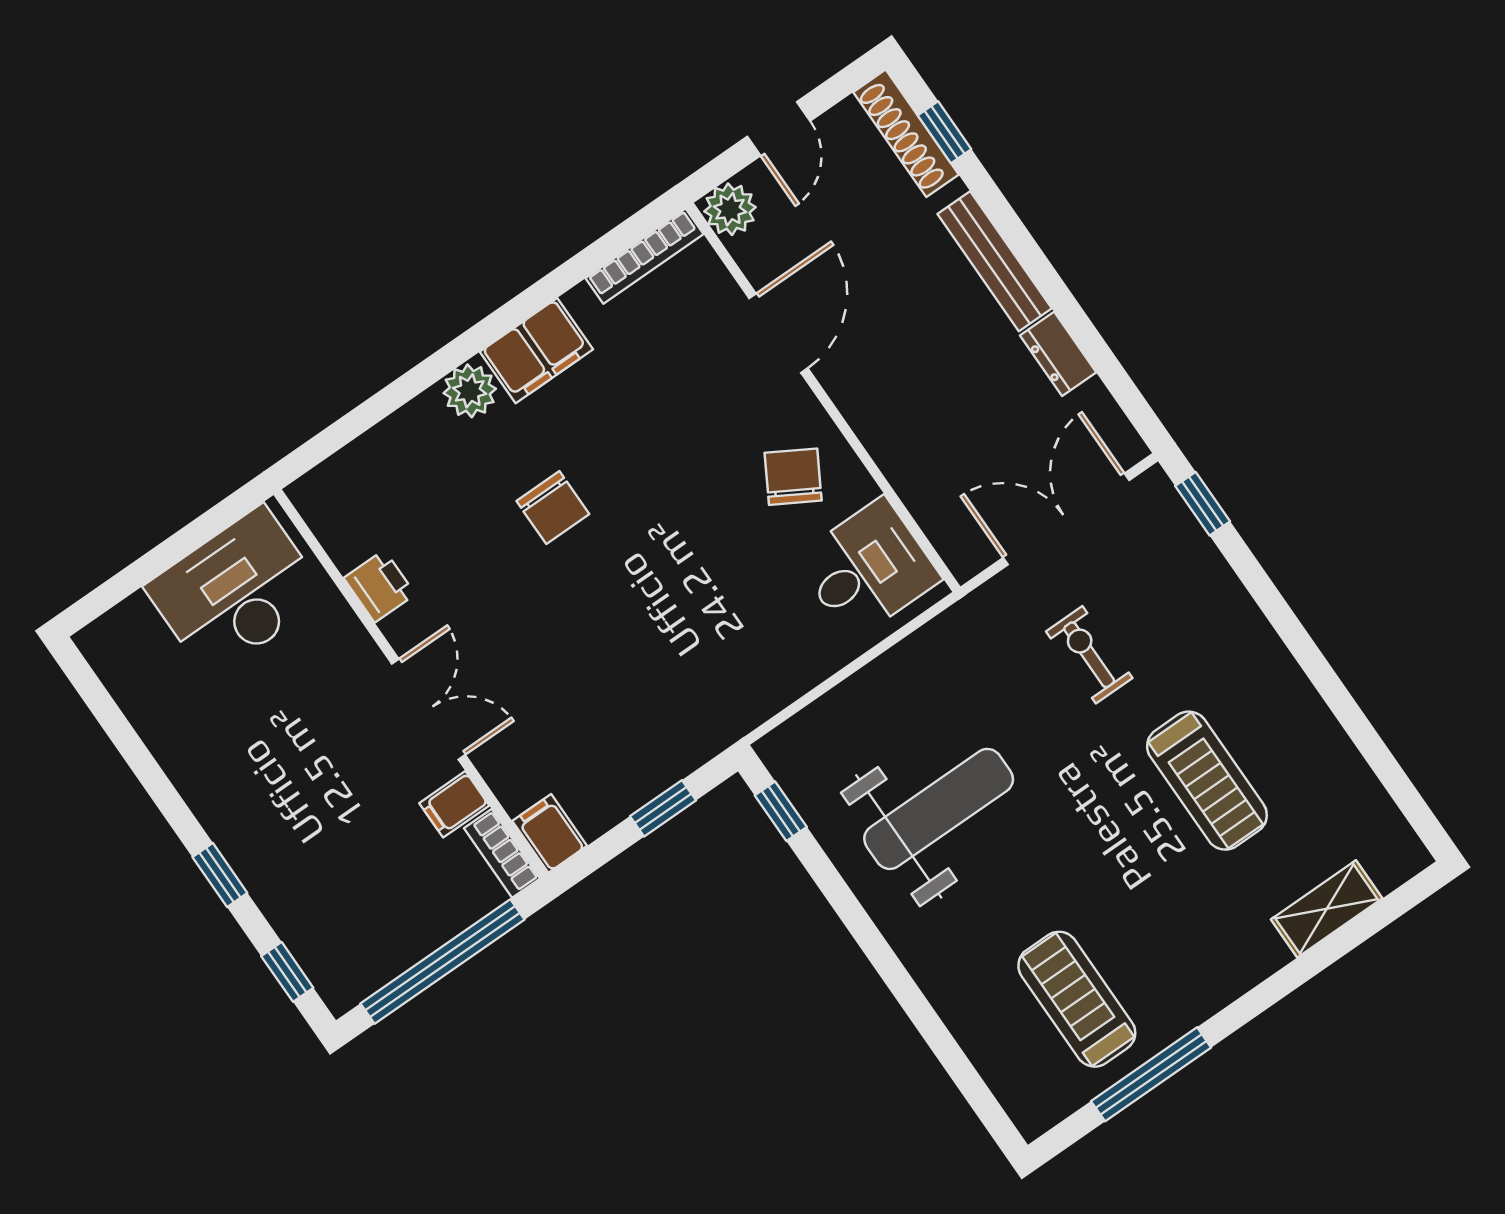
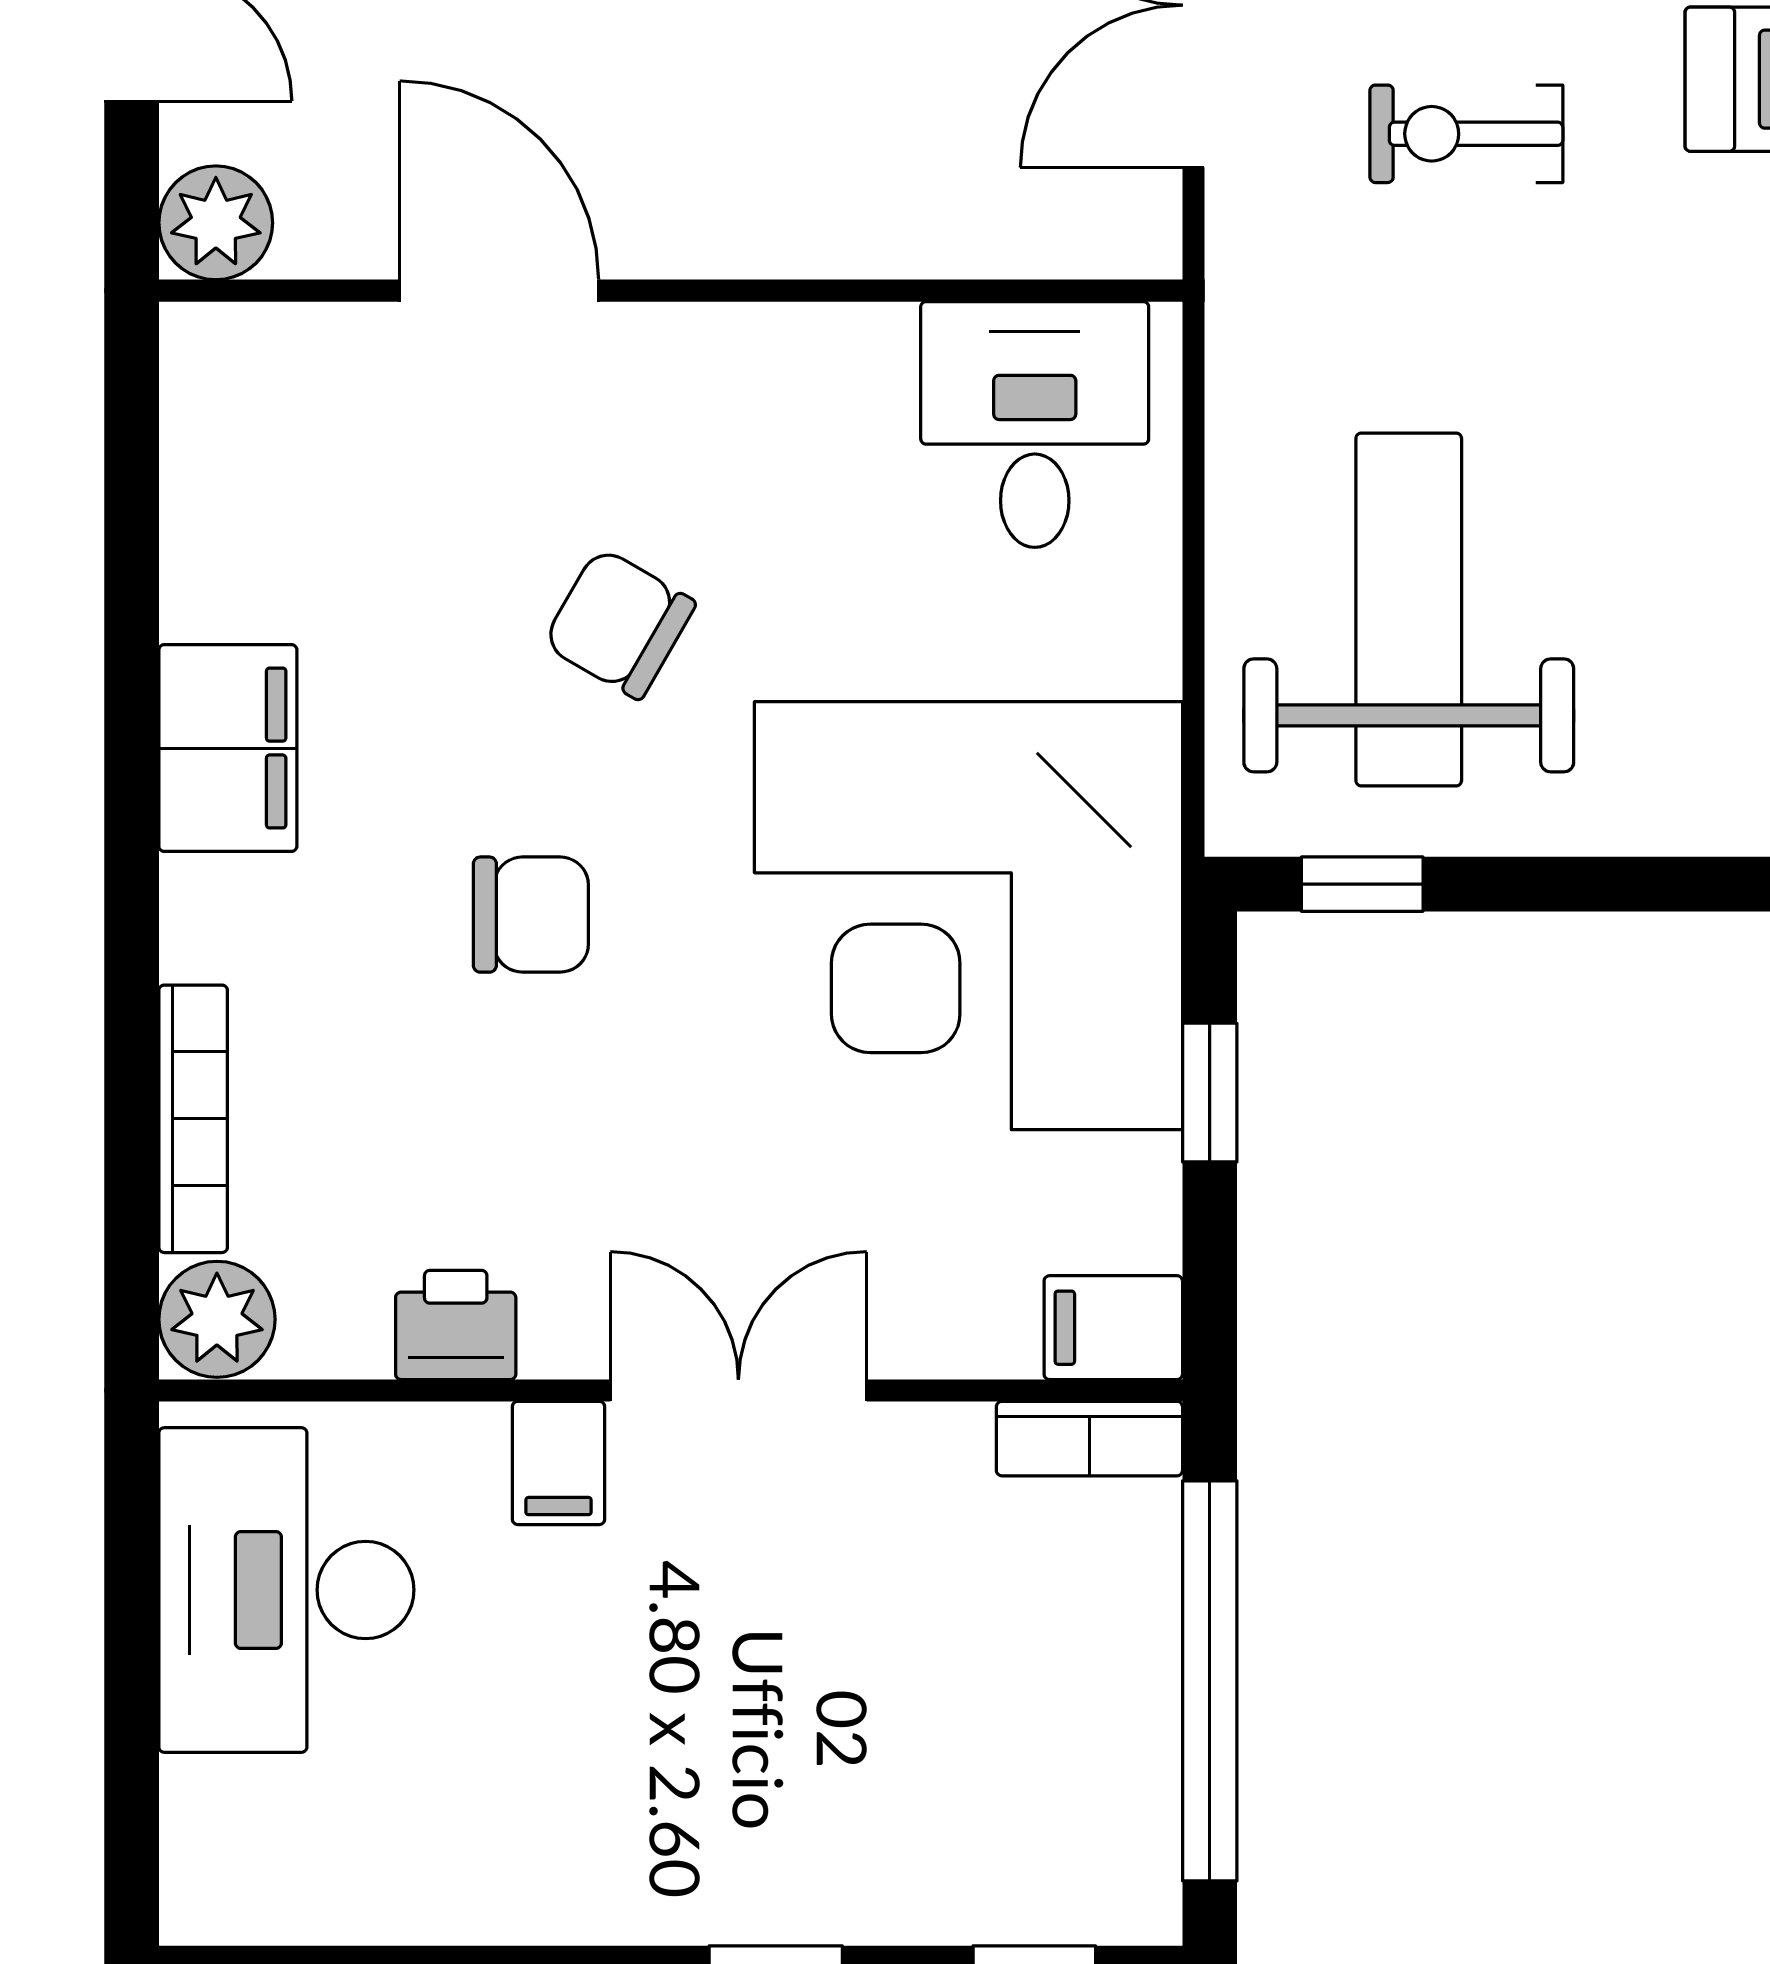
bookcase: (644, 256) -> (193, 1119), moved
plant: (470, 391) -> (217, 1319), moved
chair: (793, 477) -> (619, 623), moved
corner desk: (666, 672) -> (968, 916), added
filing cabinet: (454, 804) -> (559, 1463), moved
weight bench: (939, 809) -> (1409, 609), moved

